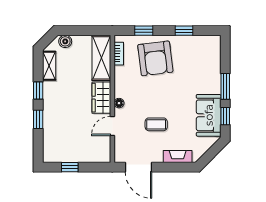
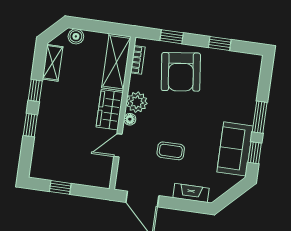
plant: (123, 88) -> (137, 102), added

